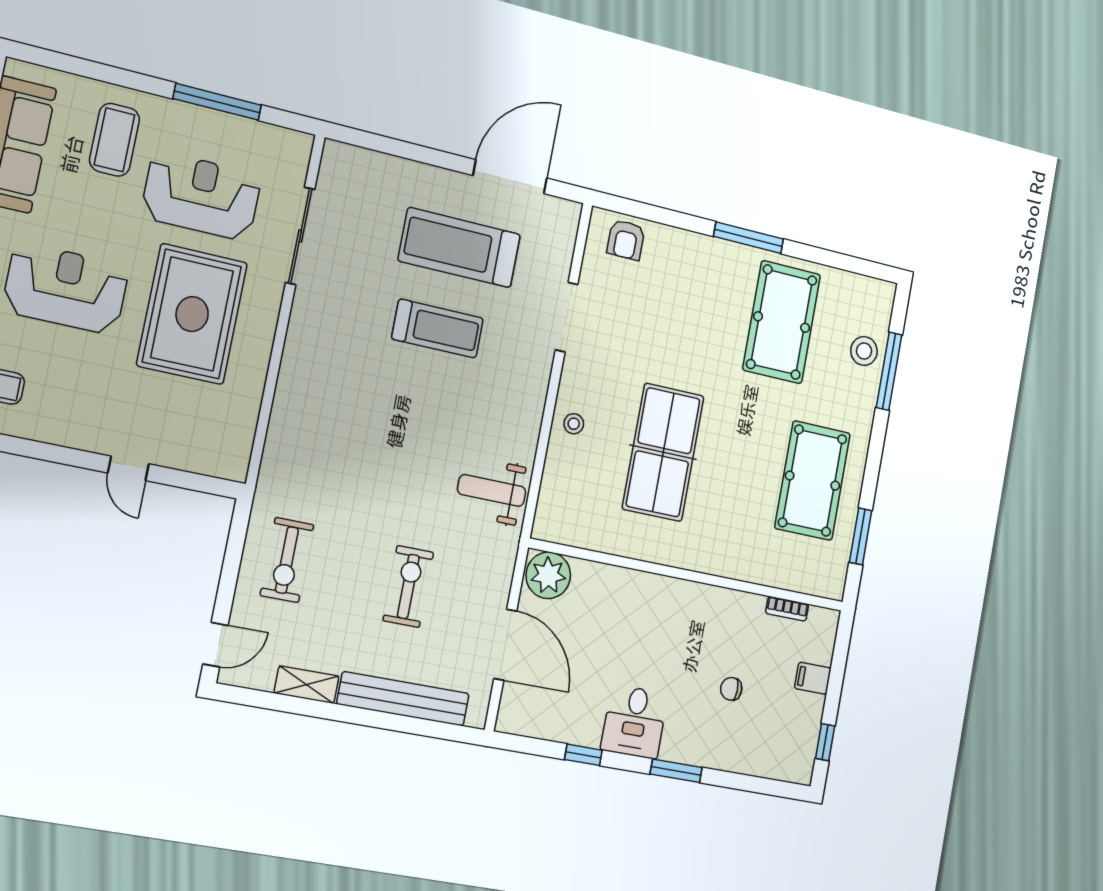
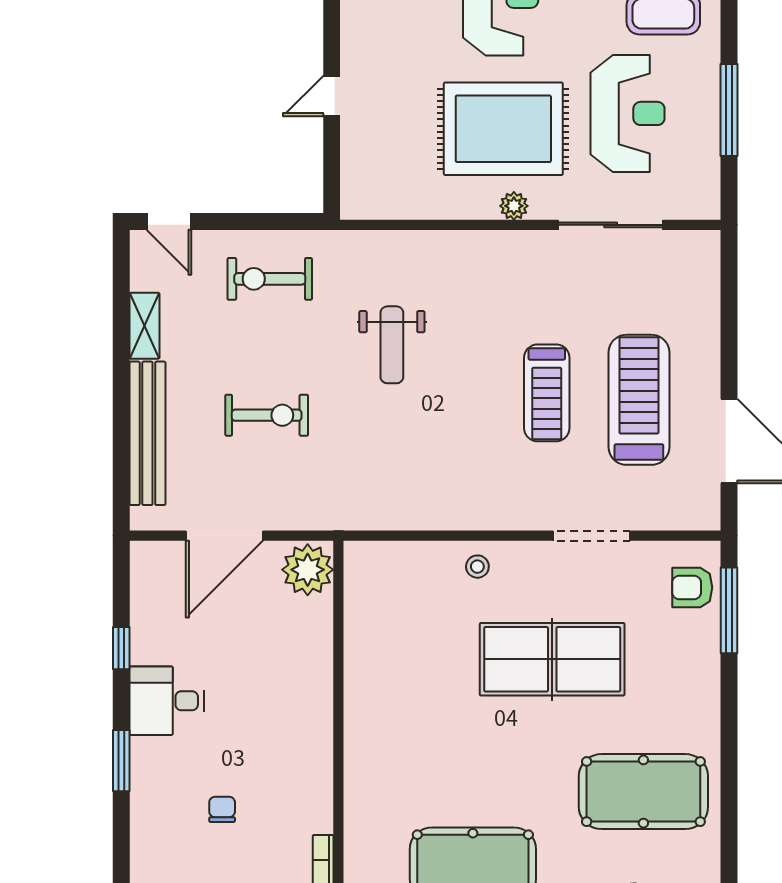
window: (749, 238) -> (729, 610), moved
plant: (265, 320) -> (514, 206), added
table tennis table: (663, 452) -> (552, 659), moved
weight bench: (492, 490) -> (392, 345), moved, turned 180

